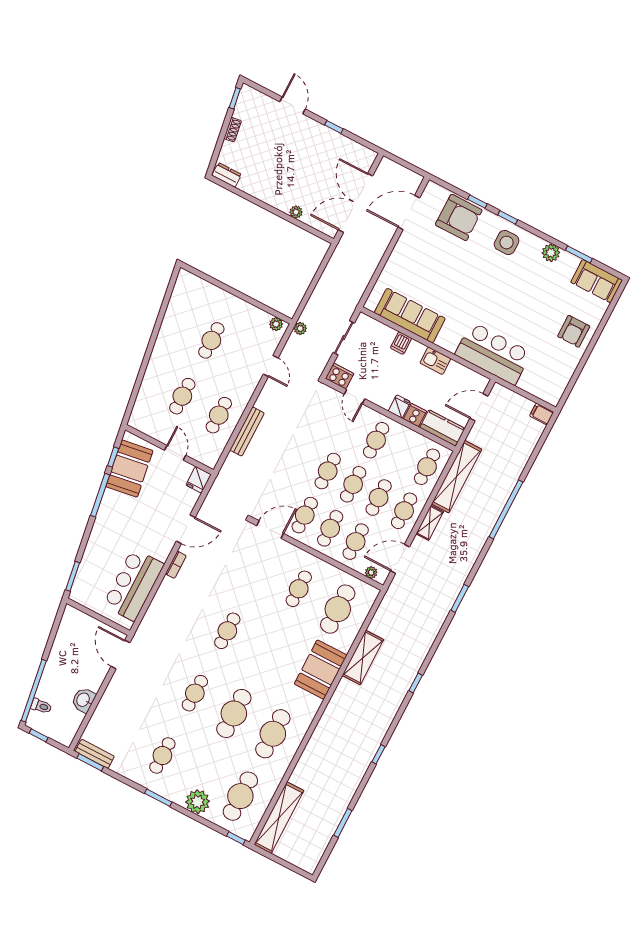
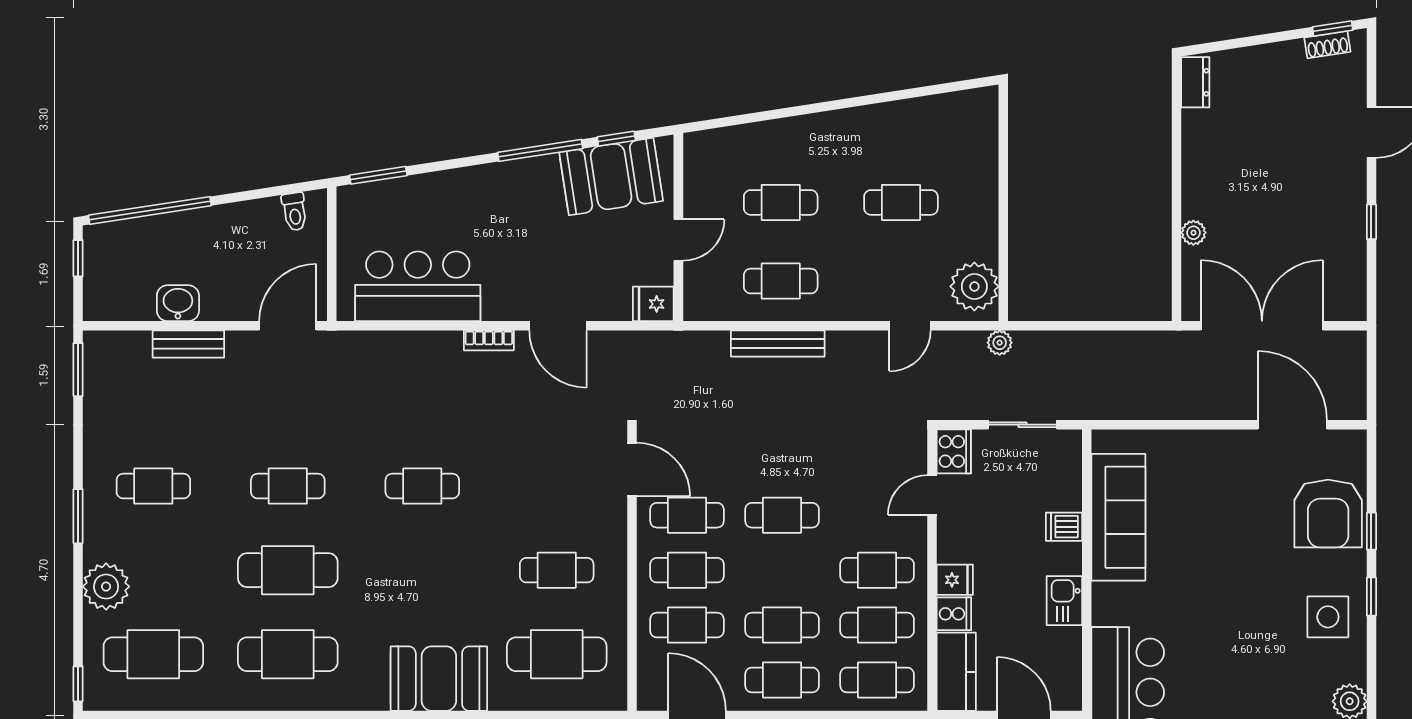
shoe rack: (233, 130) -> (1327, 45), moved
plant: (276, 324) -> (974, 286), width x1.87, depth x1.87
cafe table: (353, 484) -> (877, 625), moved
plant: (371, 572) -> (648, 679), removed
toilet: (41, 706) -> (294, 212), moved
bench: (95, 754) -> (188, 344), moved, turned 90

